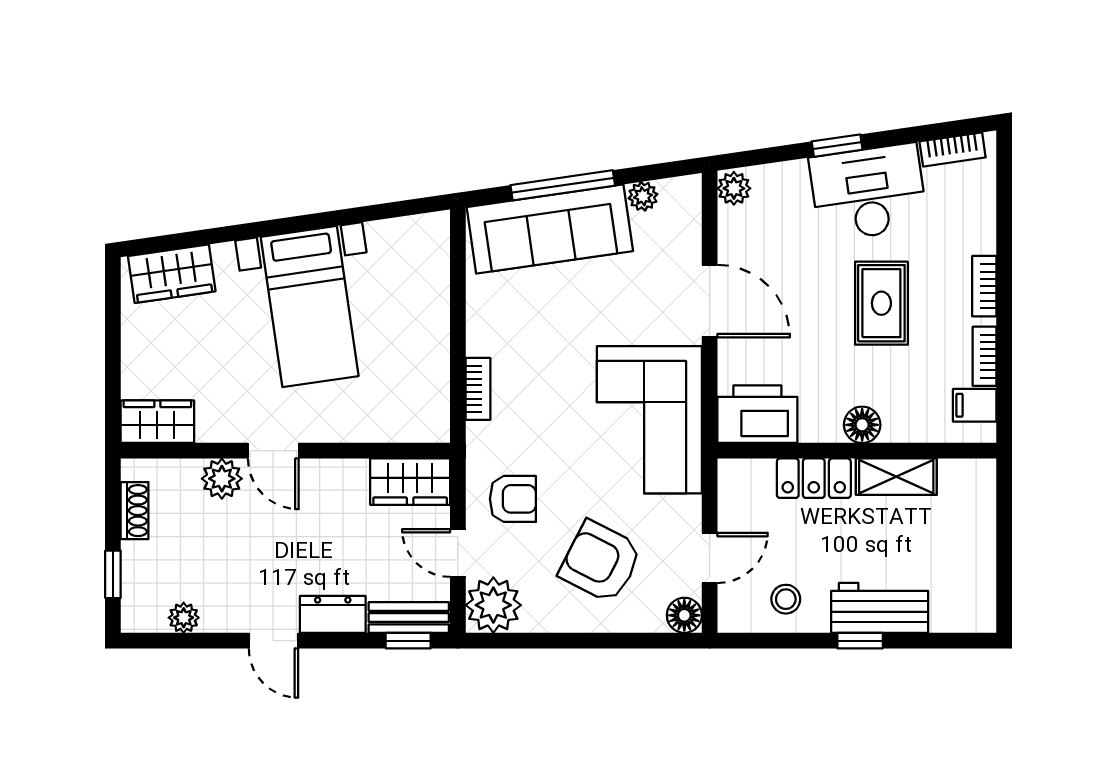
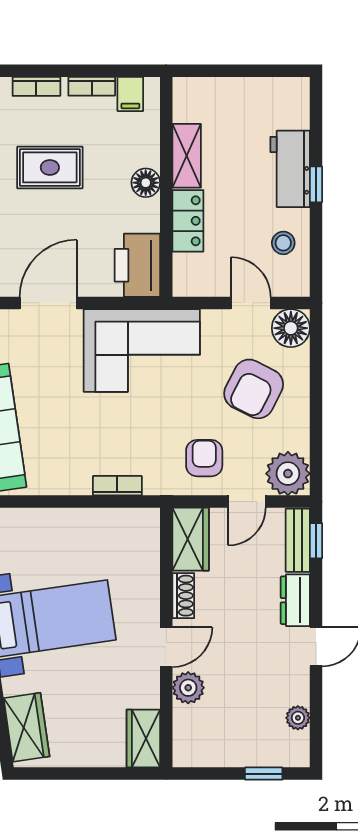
shoe rack: (135, 511) -> (183, 596), moved, turned 90
floor lamp: (684, 615) -> (291, 328), width x1.38, depth x1.38

